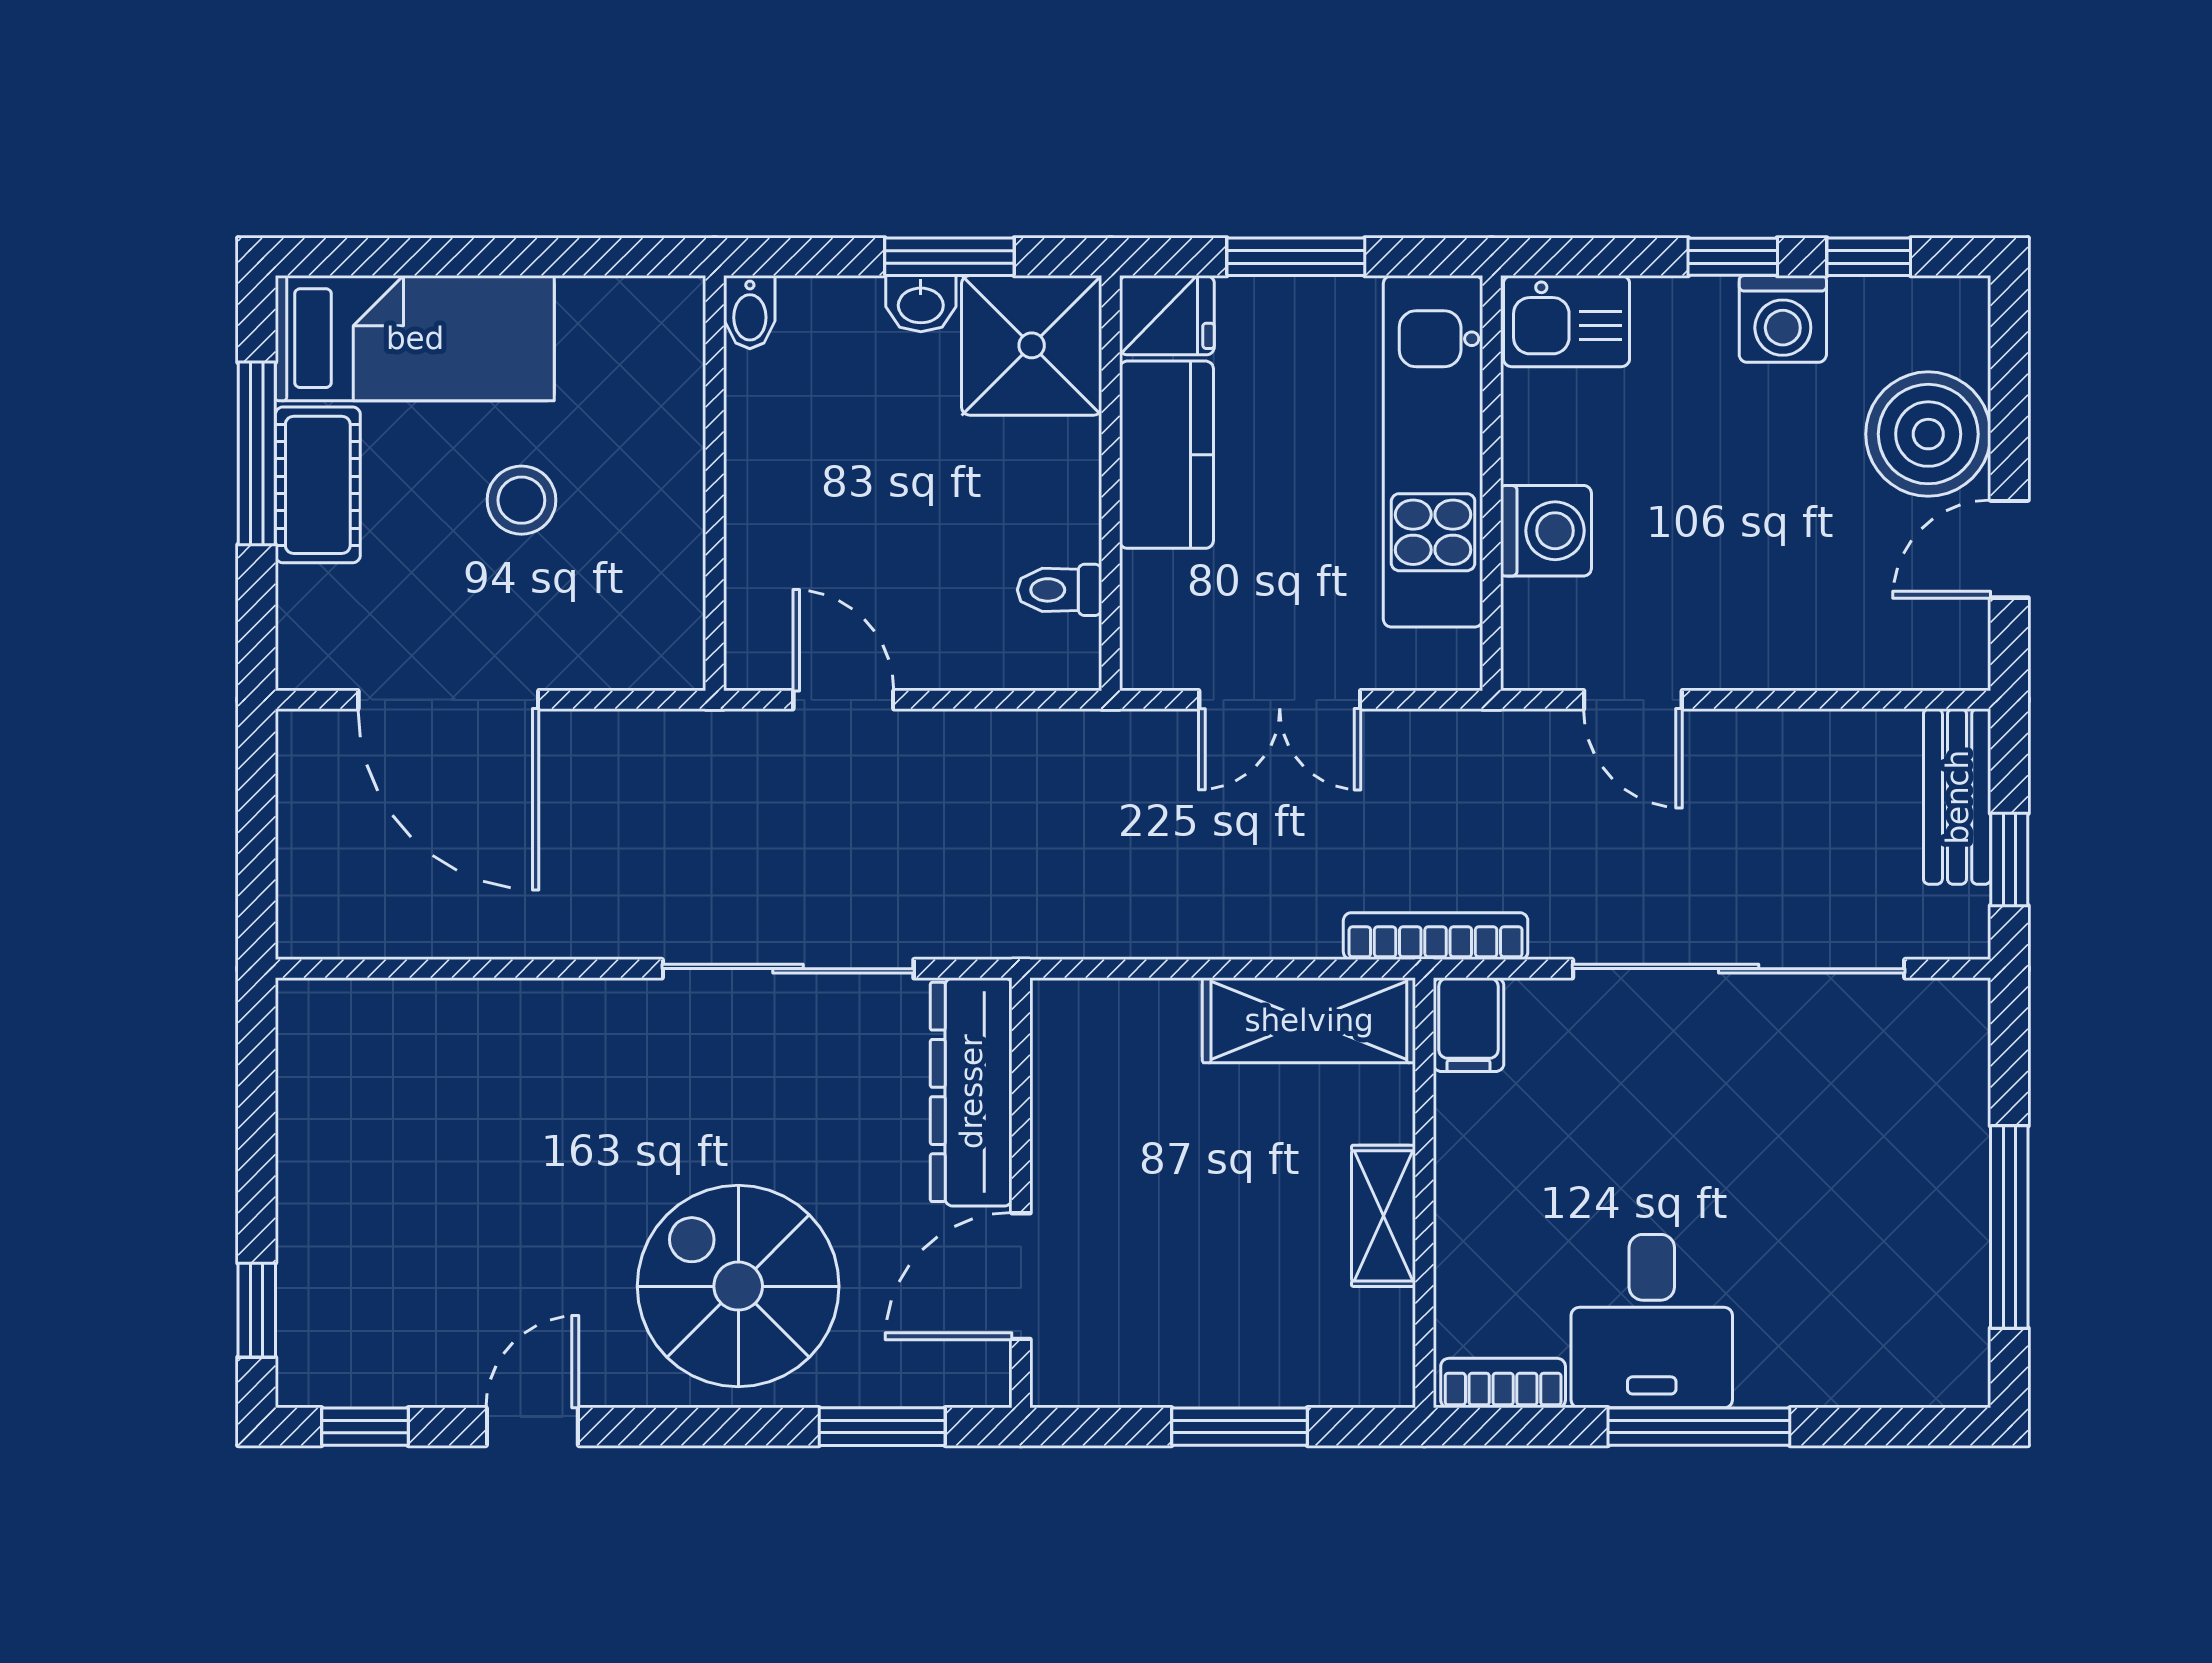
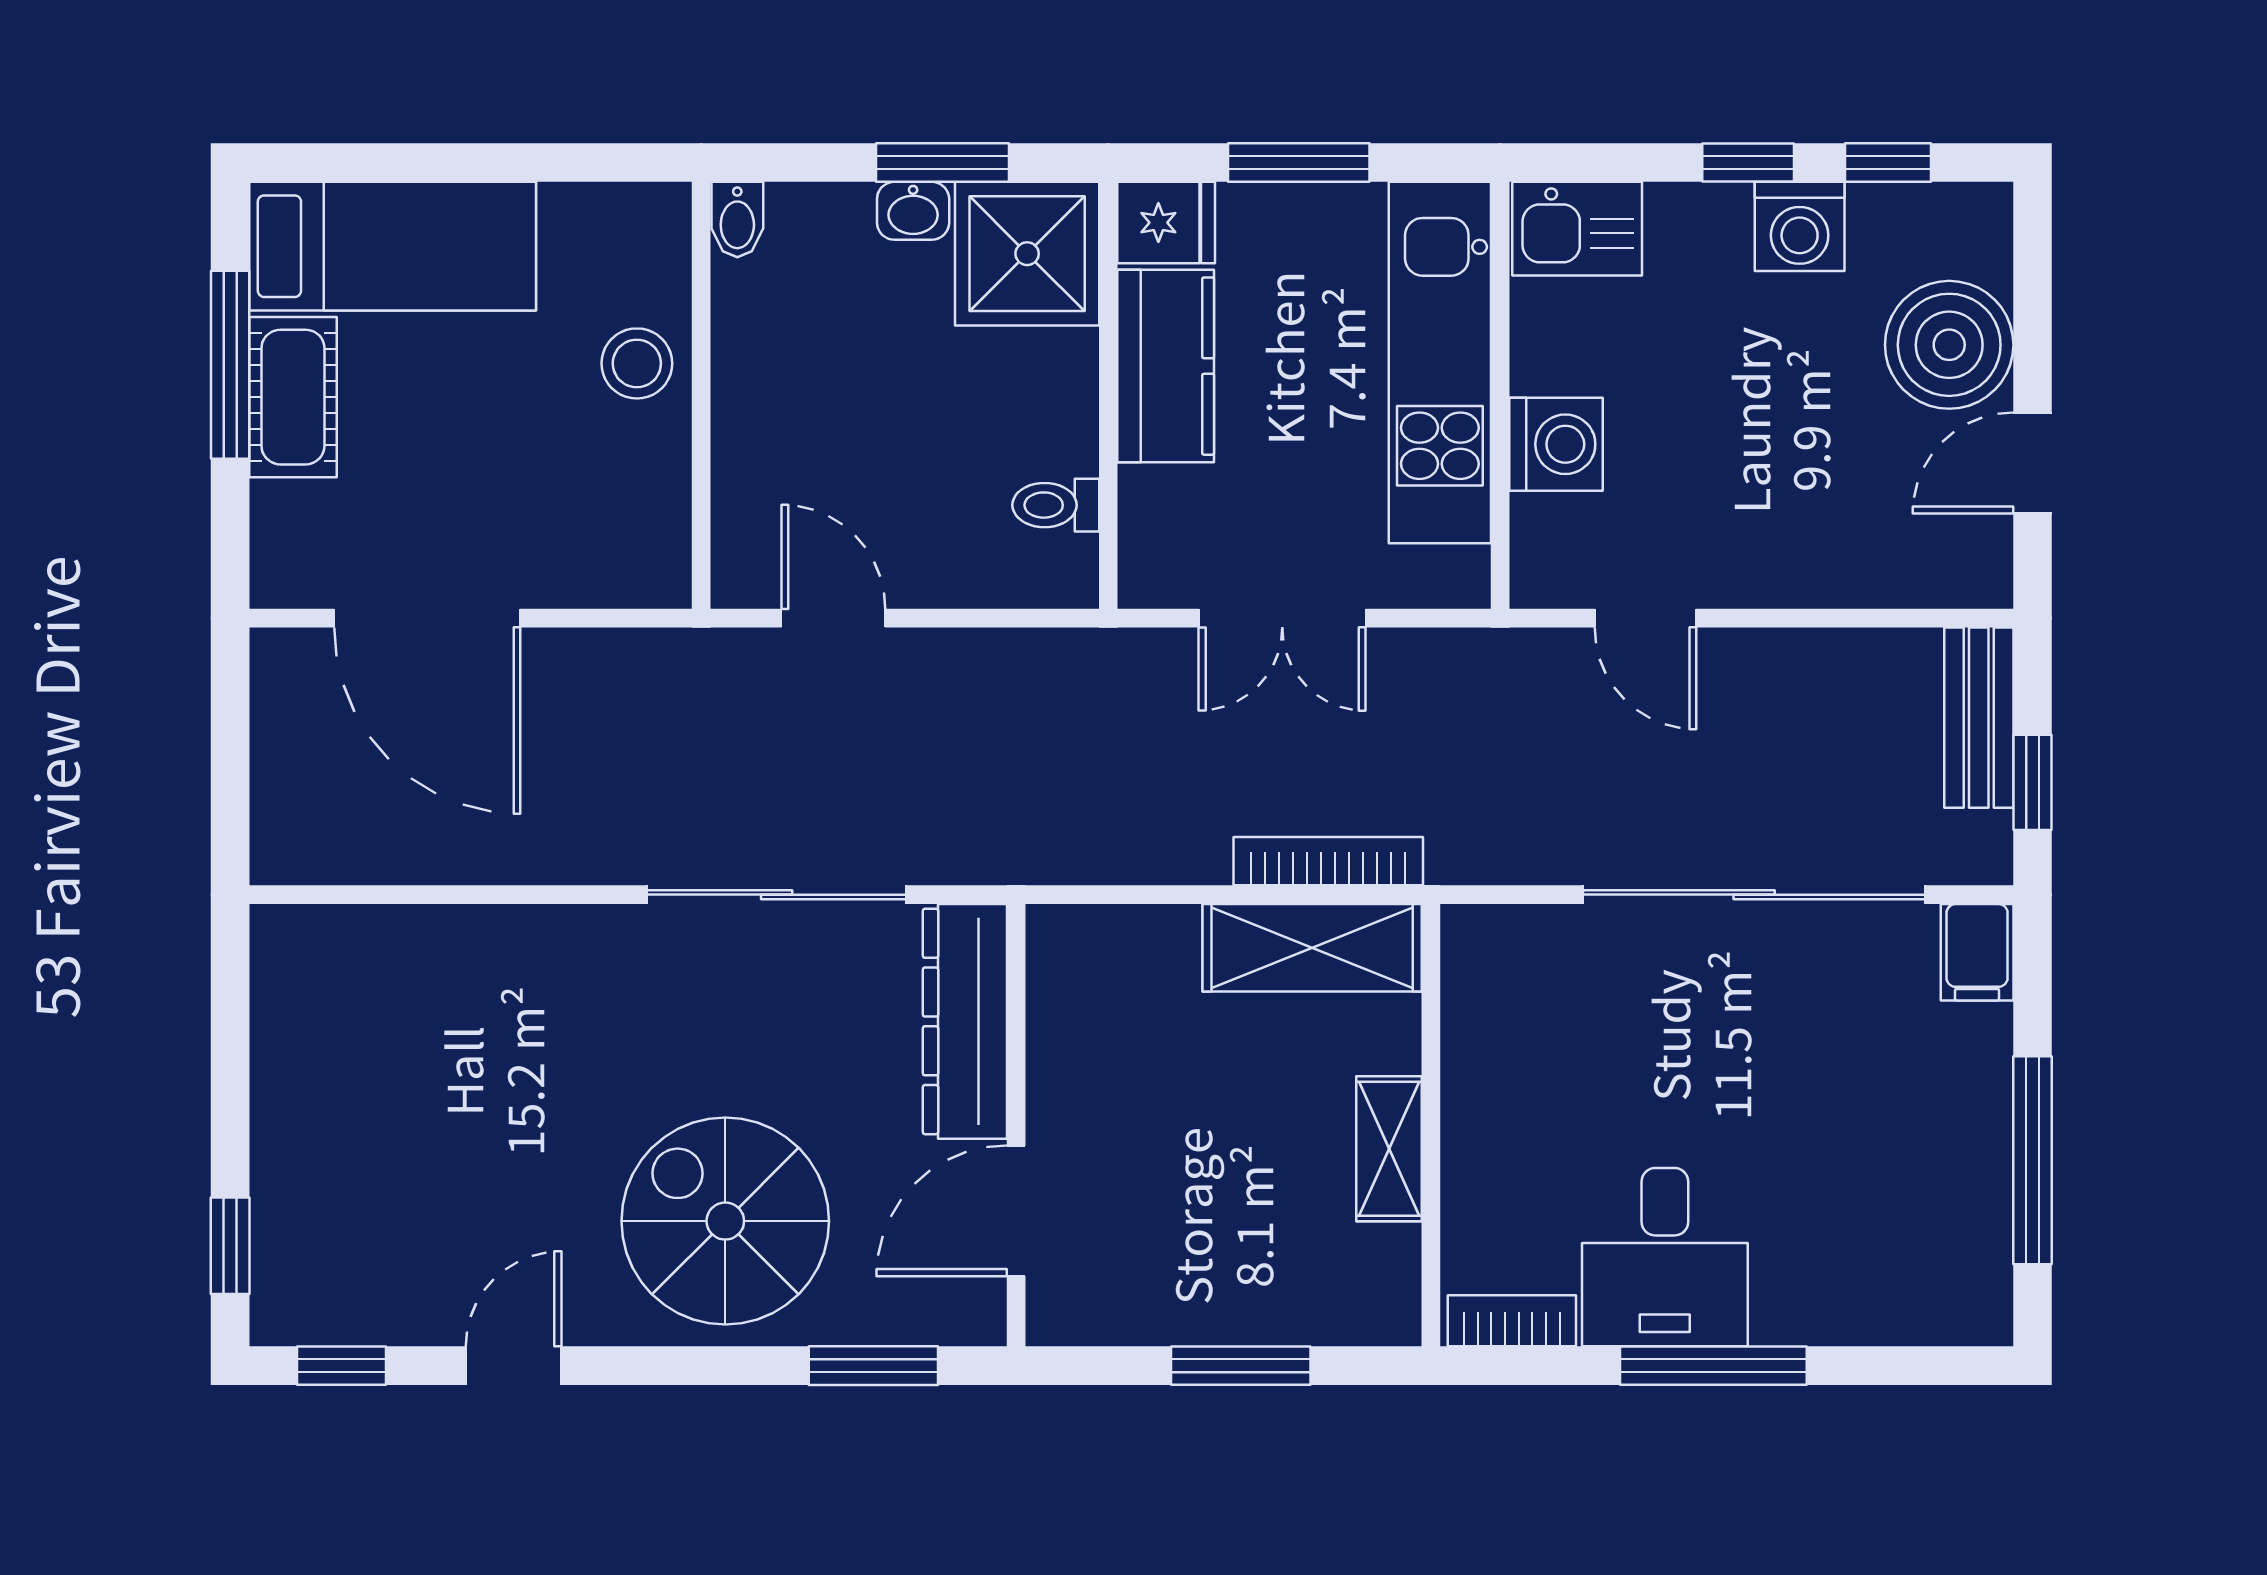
stool: (521, 500) -> (637, 363), moved
bookcase: (1436, 936) -> (1328, 861), moved
filing cabinet: (1469, 1025) -> (1977, 952), moved

